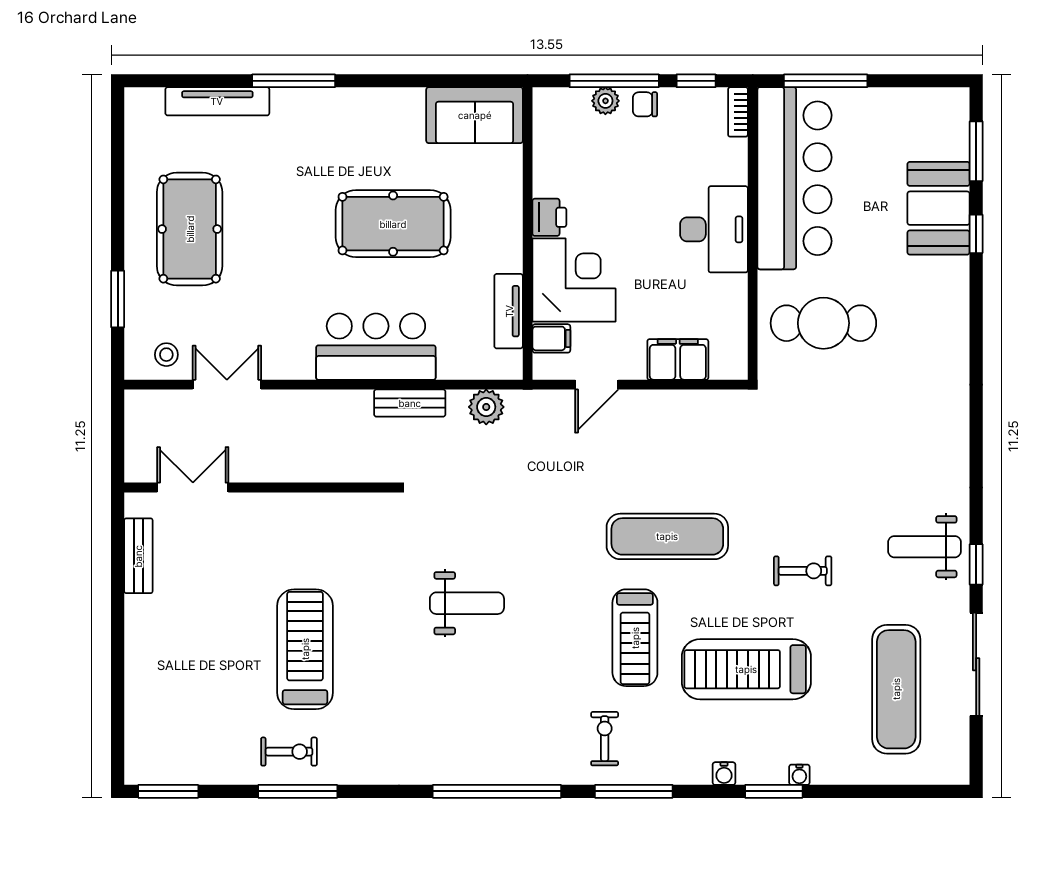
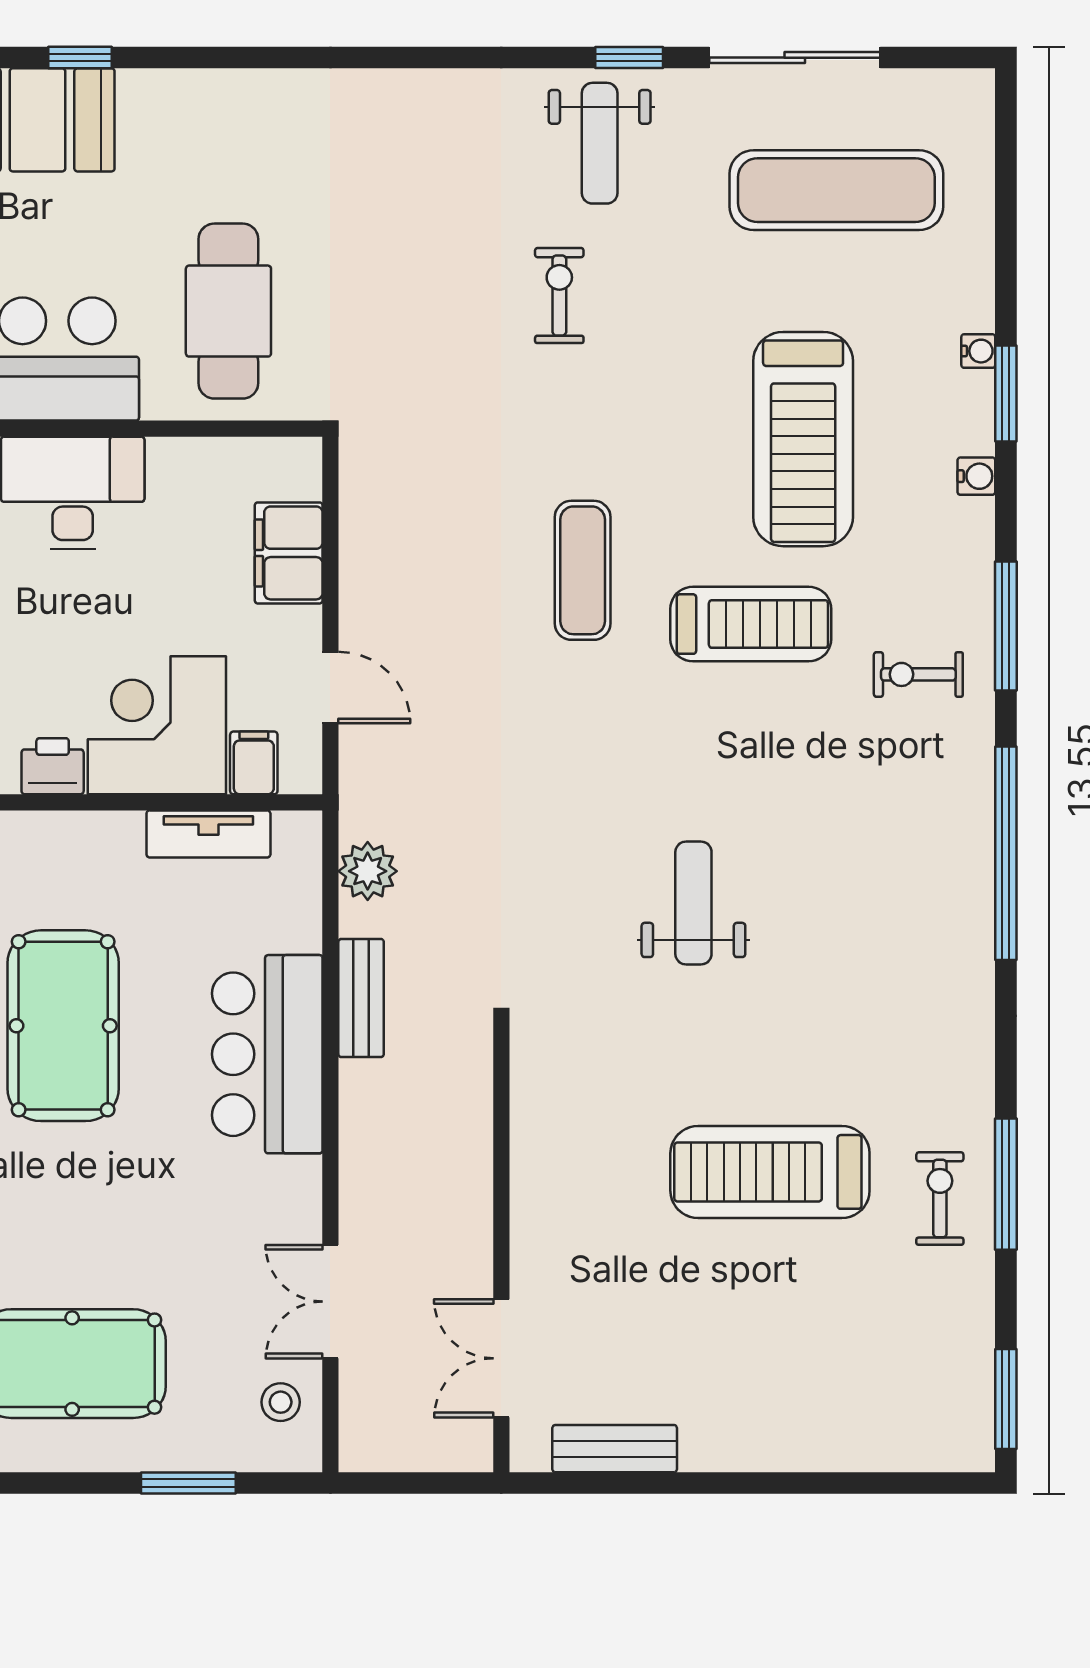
exercise mat: (667, 536) -> (583, 570), width x0.73, depth x0.69
exercise bike: (803, 571) -> (559, 296), moved

